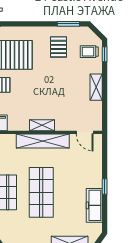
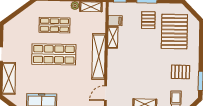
shelving: (42, 125) -> (113, 37), moved

